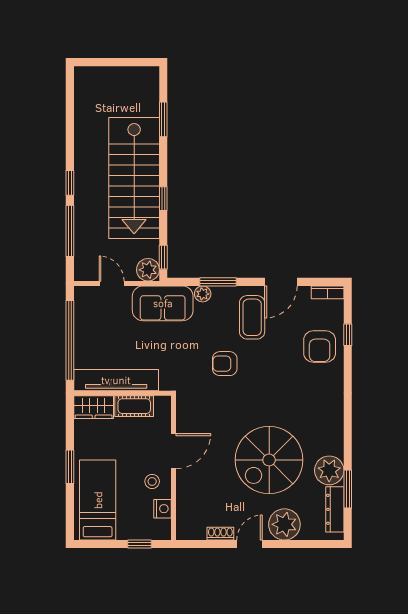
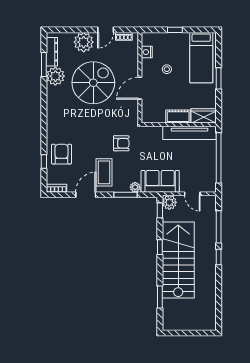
door: (173, 451) -> (140, 88), moved
wall: (173, 468) -> (140, 78), moved
nightstand: (162, 509) -> (147, 52), moved

